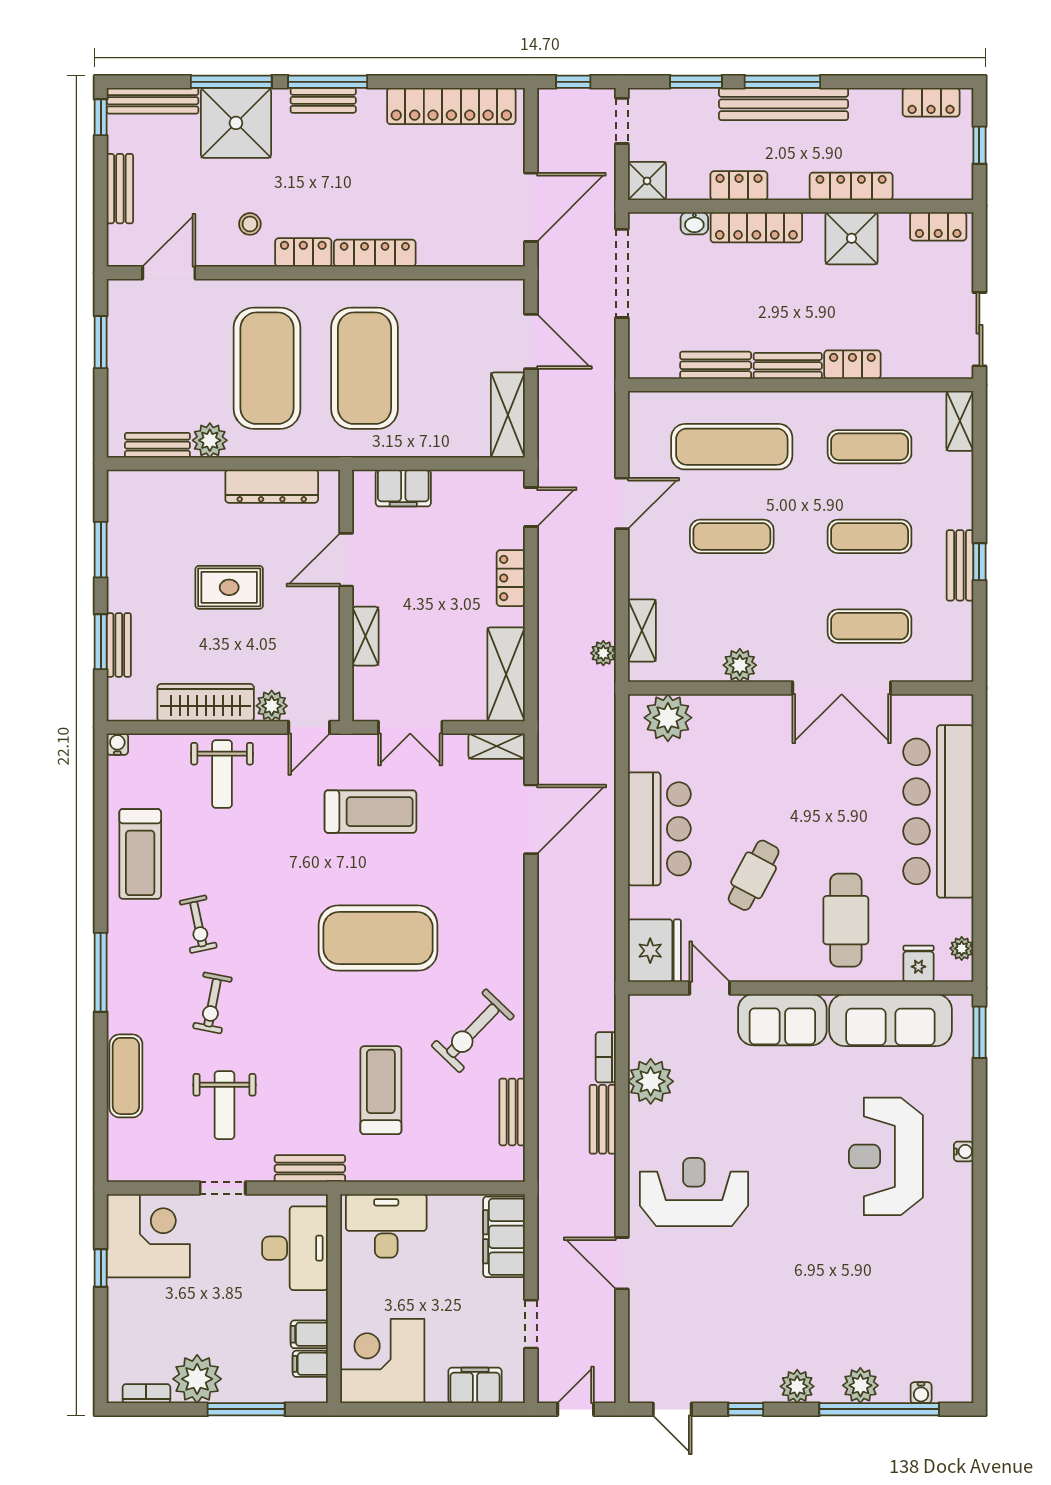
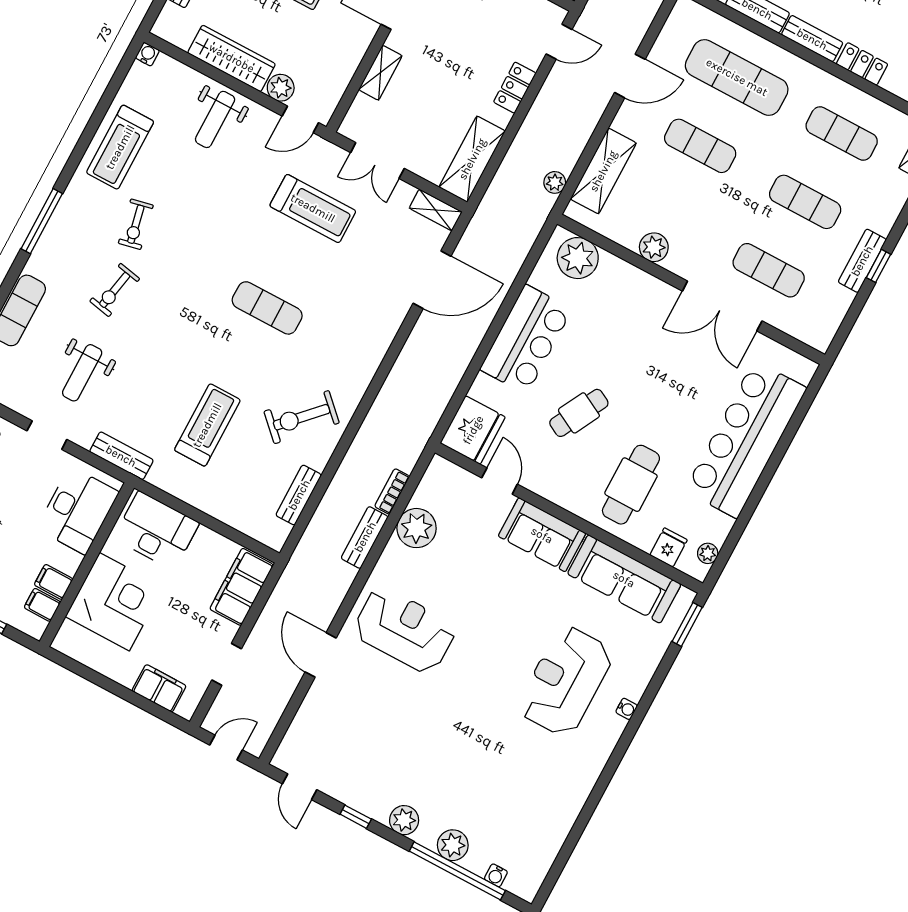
shelving: (642, 630) -> (603, 171), width x1.50, depth x1.33
exercise mat: (378, 938) -> (267, 308), width x0.50, depth x0.69
corner desk: (382, 1361) -> (114, 602), moved, turned 90

